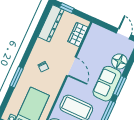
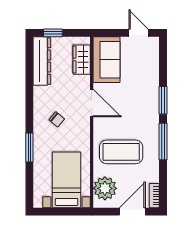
floor lamp: (119, 61) -> (149, 70), removed
sofa: (107, 84) -> (106, 60), moved, turned 180

